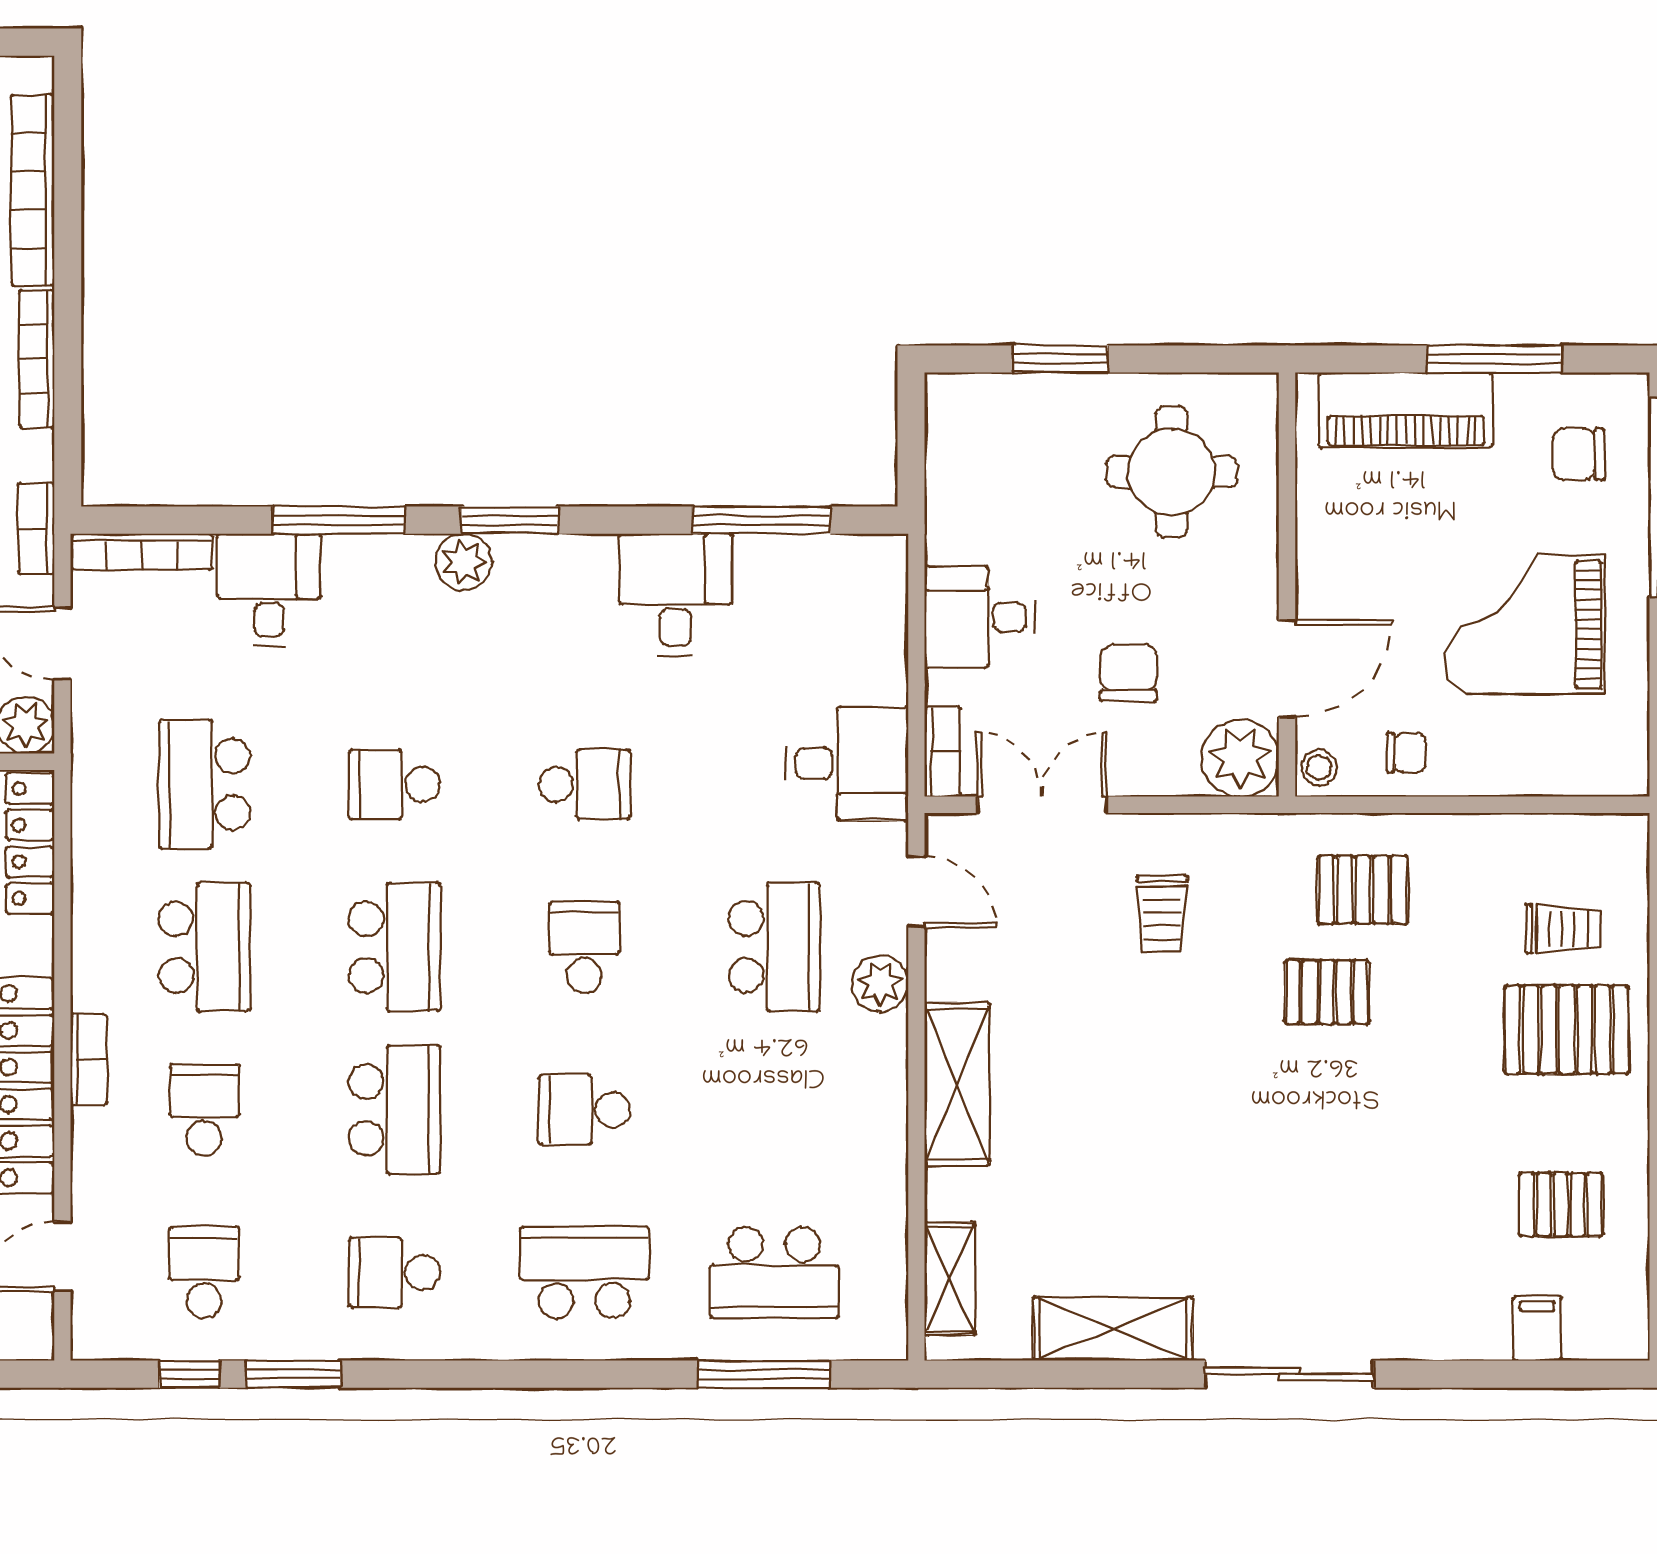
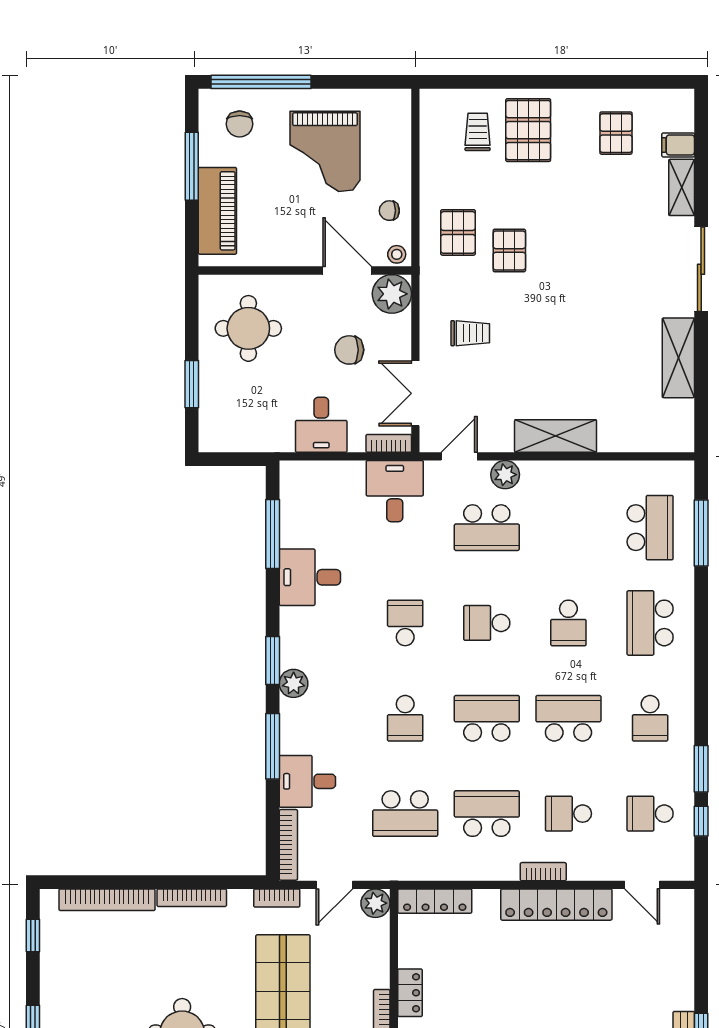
chair: (1406, 753) -> (389, 211), turned -90
school desk: (774, 947) -> (487, 528), turned 180
shelving: (950, 1279) -> (682, 187), moved, turned 90

